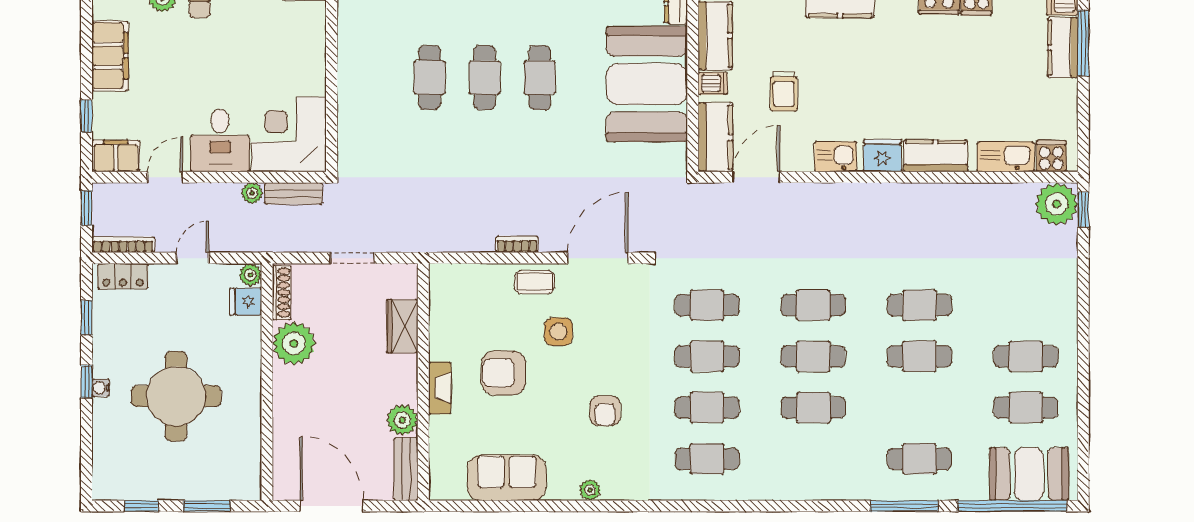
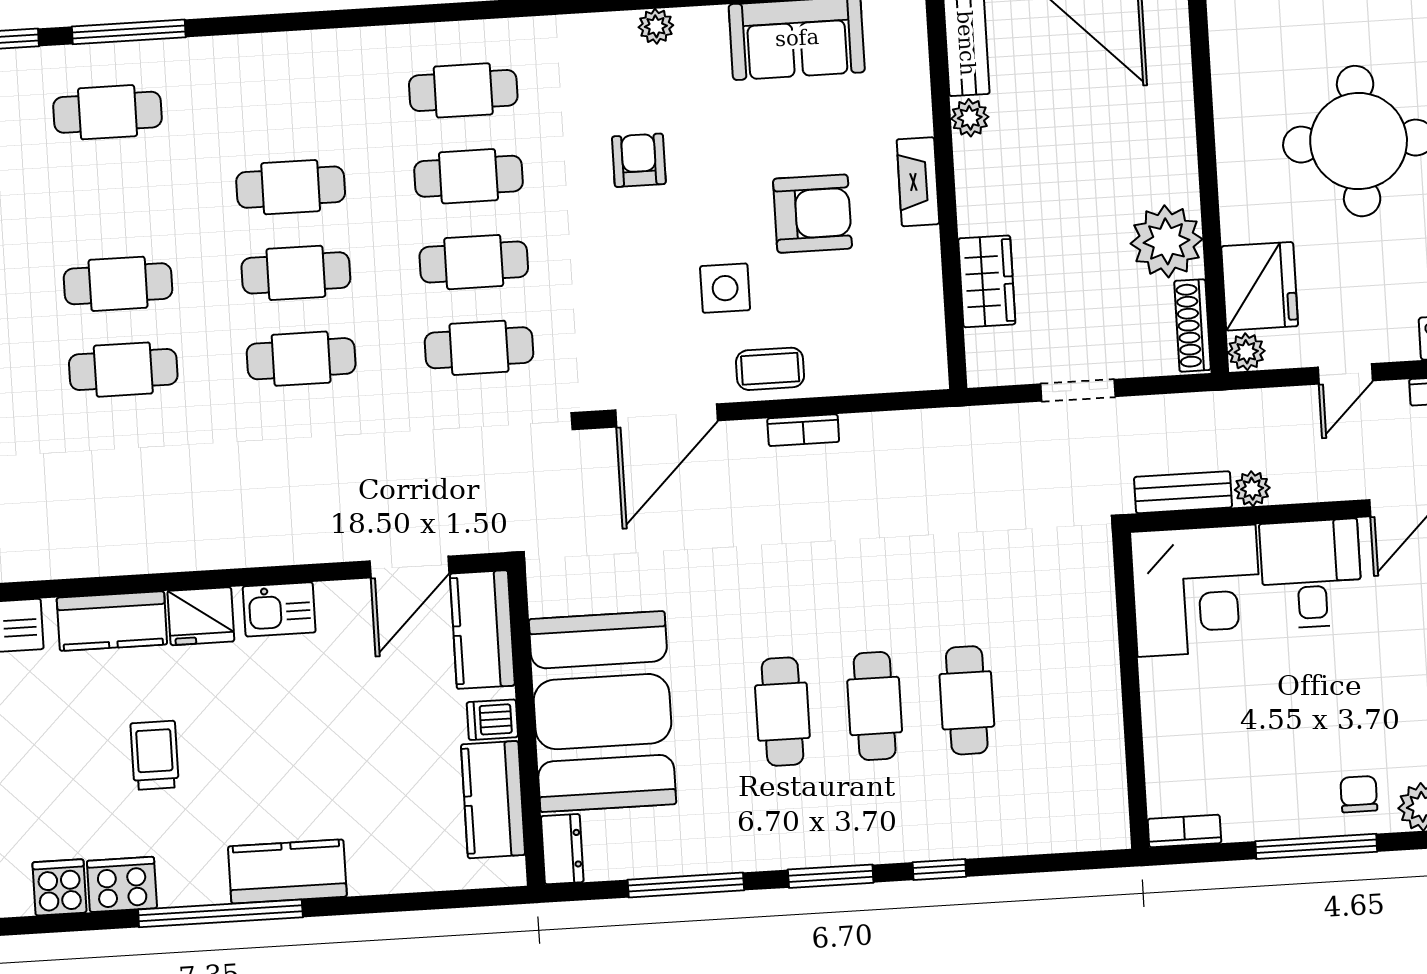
trolley: (784, 91) -> (155, 755), moved
fridge: (246, 302) -> (1260, 286), width x1.88, depth x1.34
plant: (402, 420) -> (970, 118), width x0.73, depth x0.73

